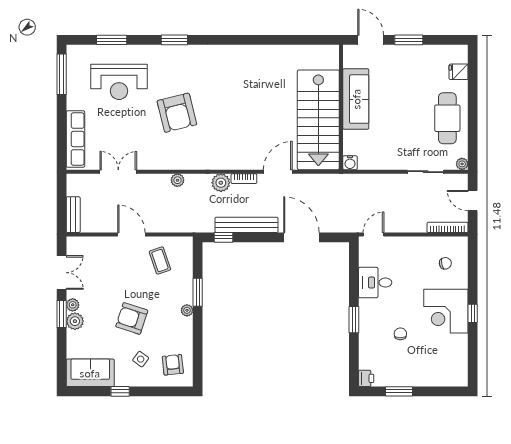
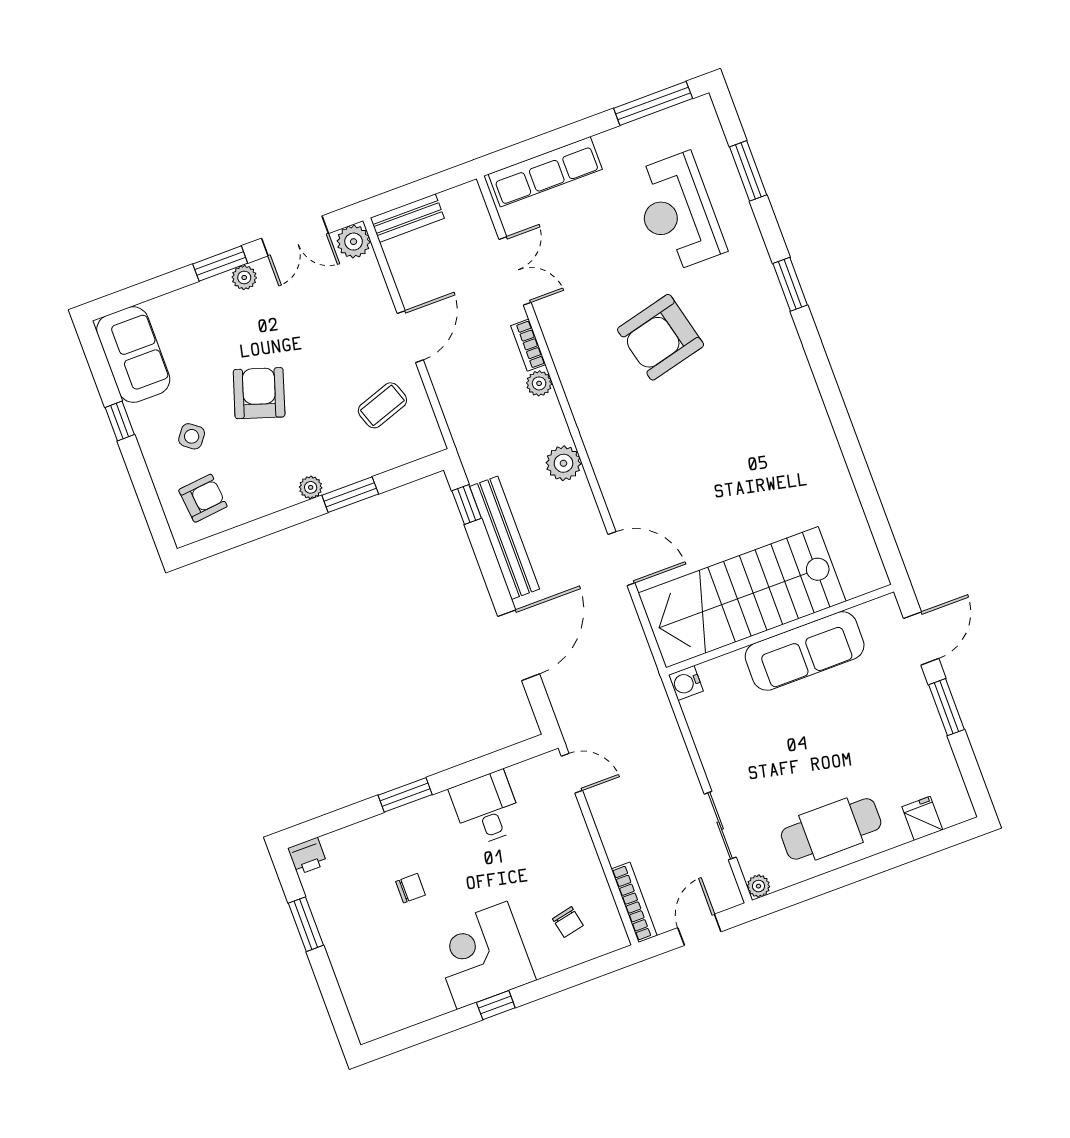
bookcase: (244, 179) -> (528, 345), moved
plant: (75, 321) -> (354, 242), moved

